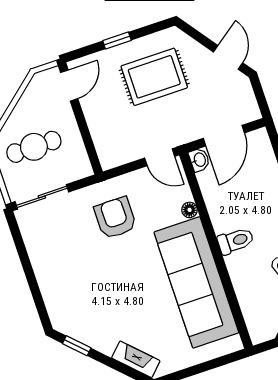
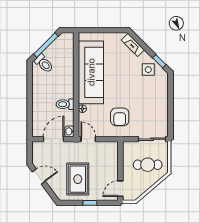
door: (228, 57) -> (39, 176), swing flipped
rug: (154, 77) -> (78, 179), turned 90
toilet: (236, 241) -> (65, 104), moved
side table: (92, 323) -> (148, 70), added

